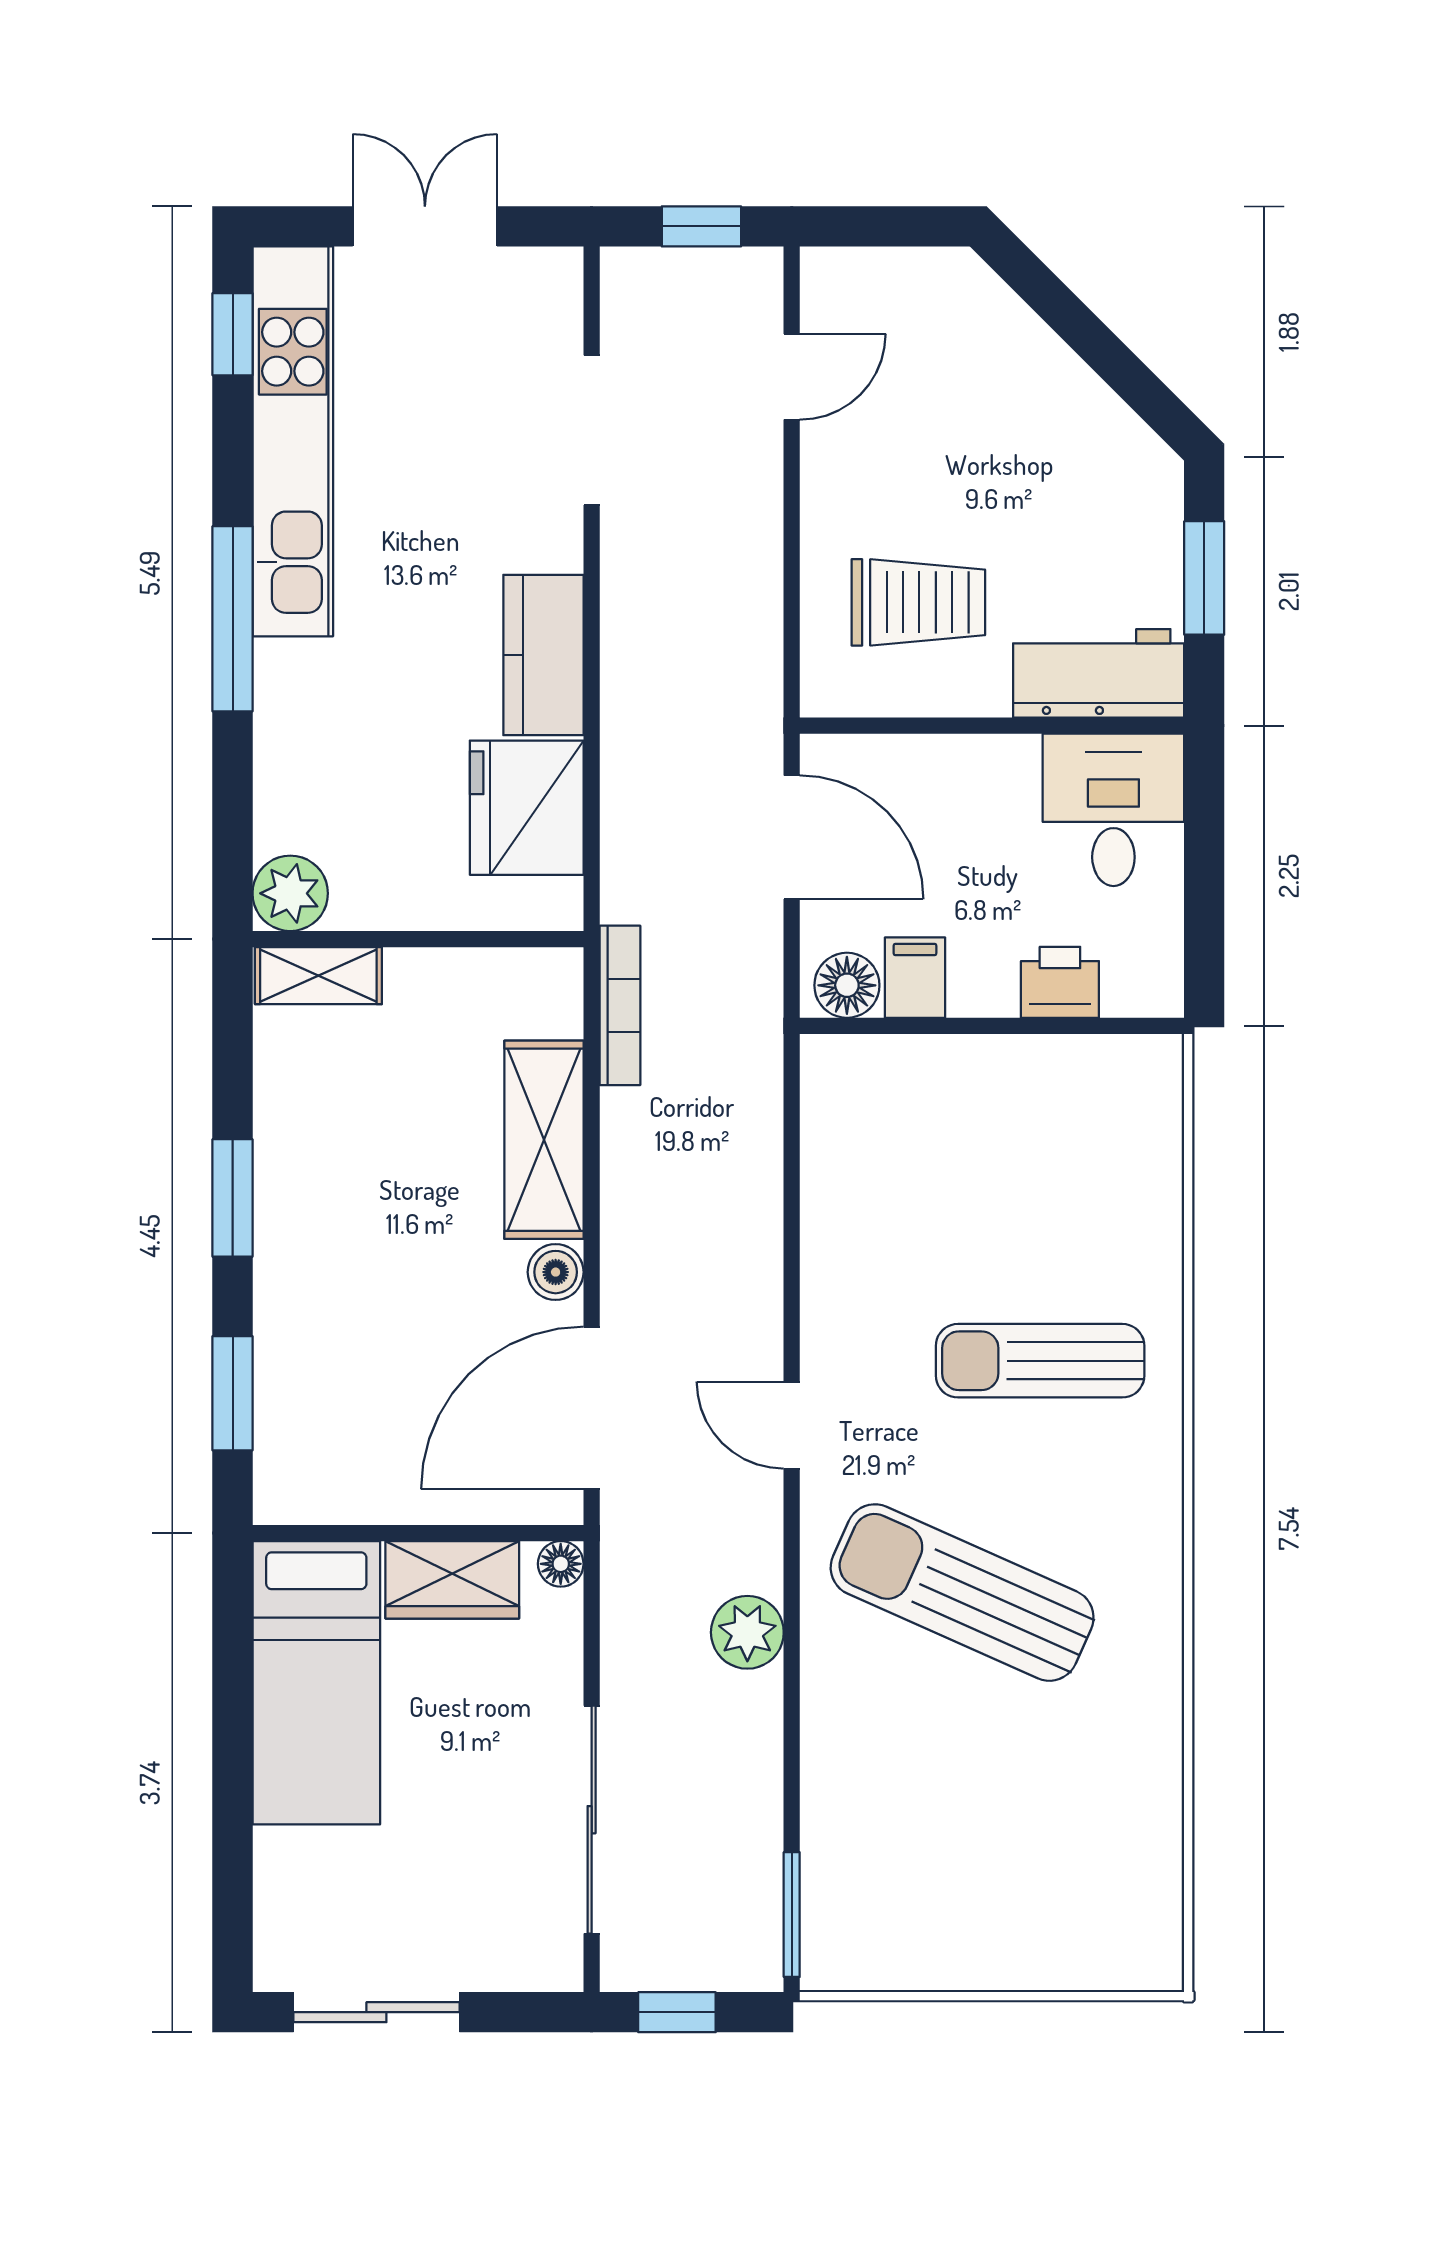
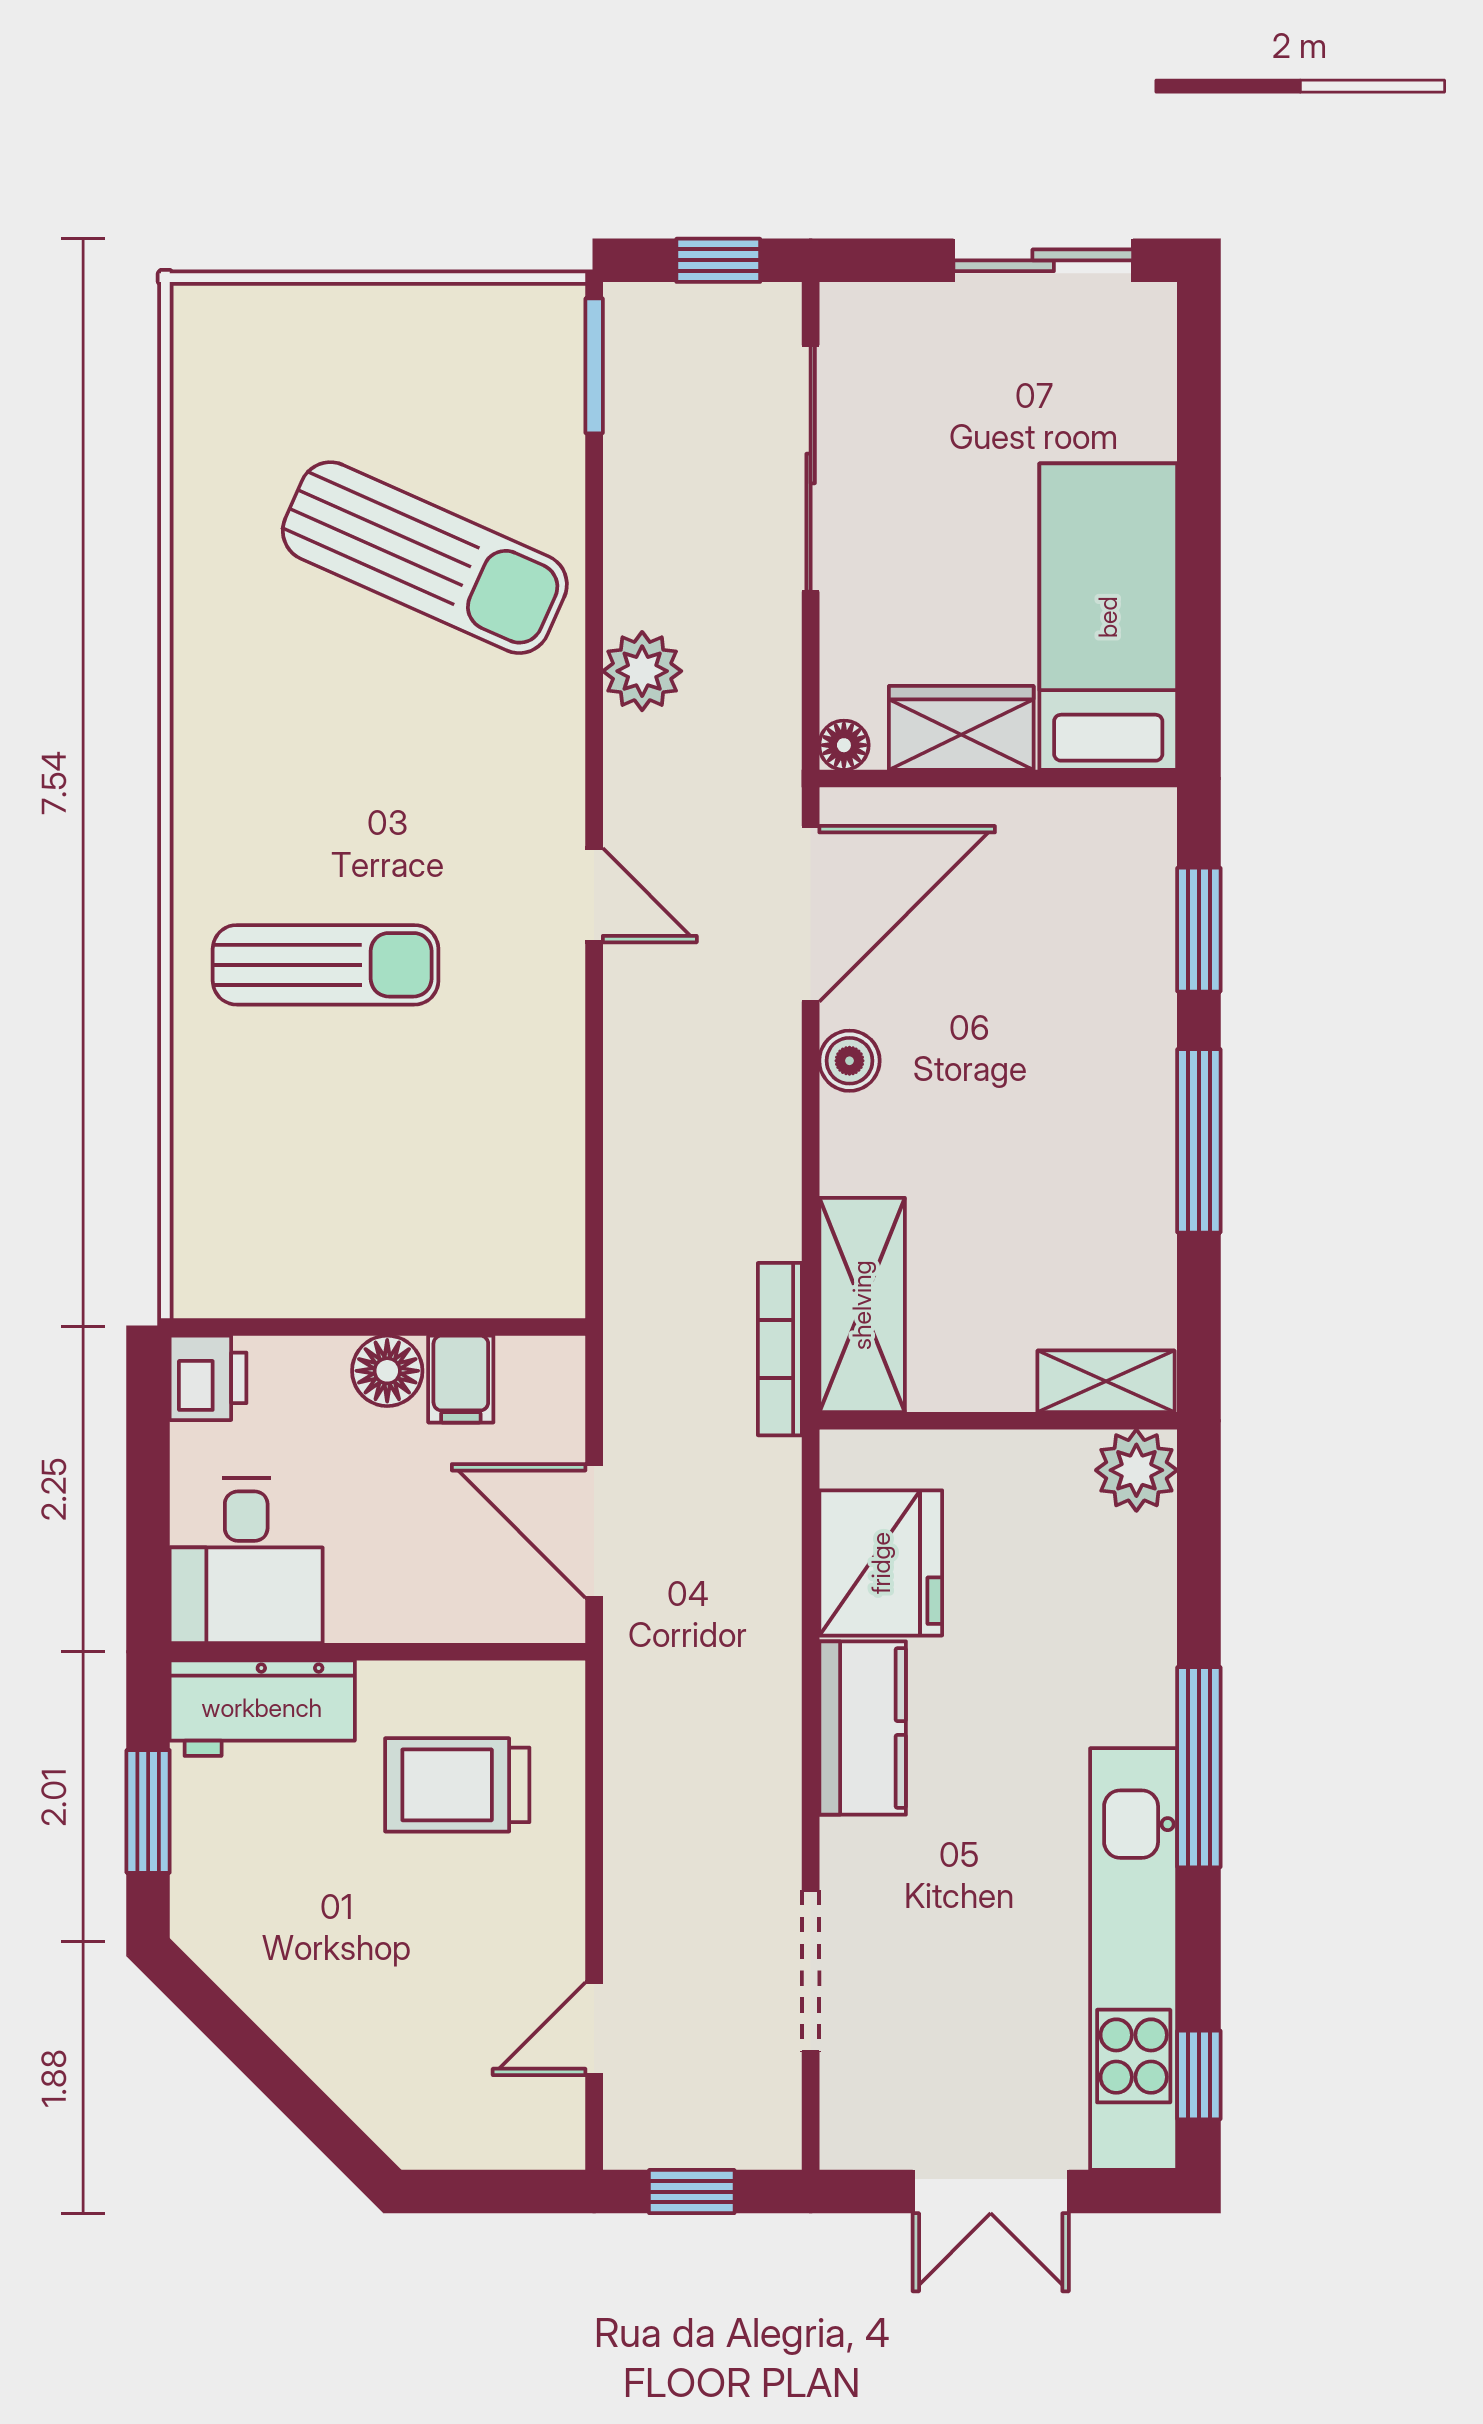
printer: (1060, 982) -> (208, 1378), moved, turned -90
floor lamp: (847, 985) -> (387, 1371), moved
shelving: (544, 1140) -> (862, 1305), moved
window: (233, 1198) -> (1199, 1141), width x1.44
sun lounger: (962, 1593) -> (425, 558), moved

